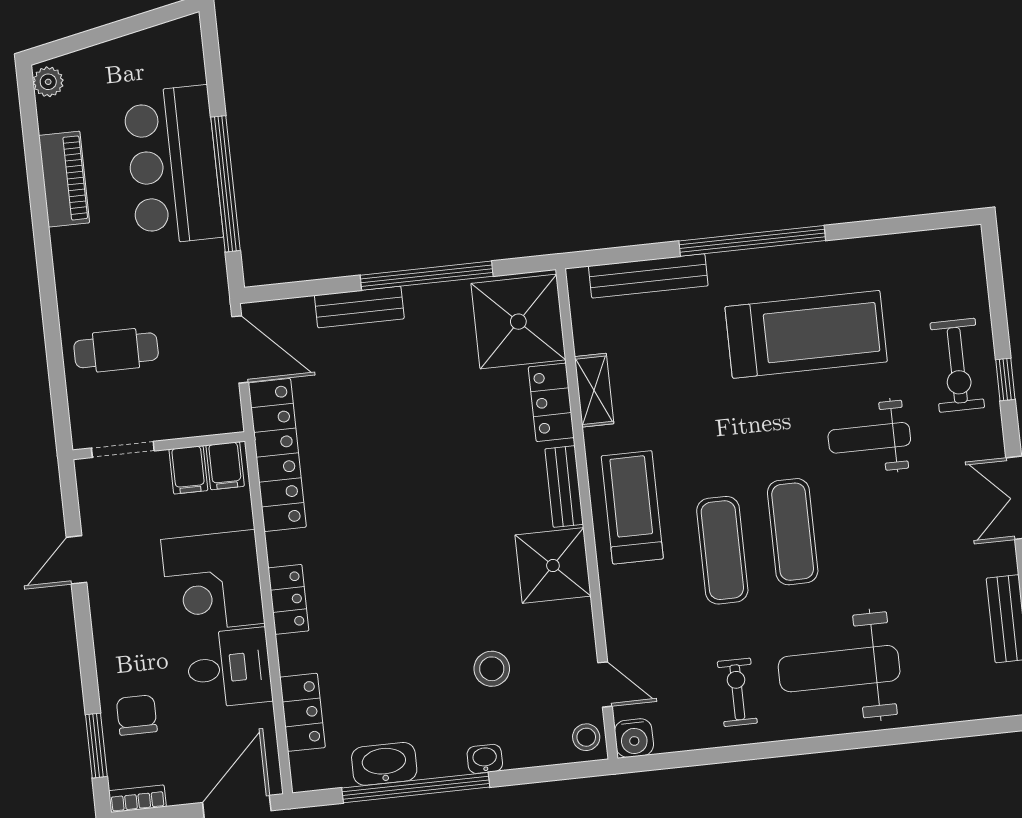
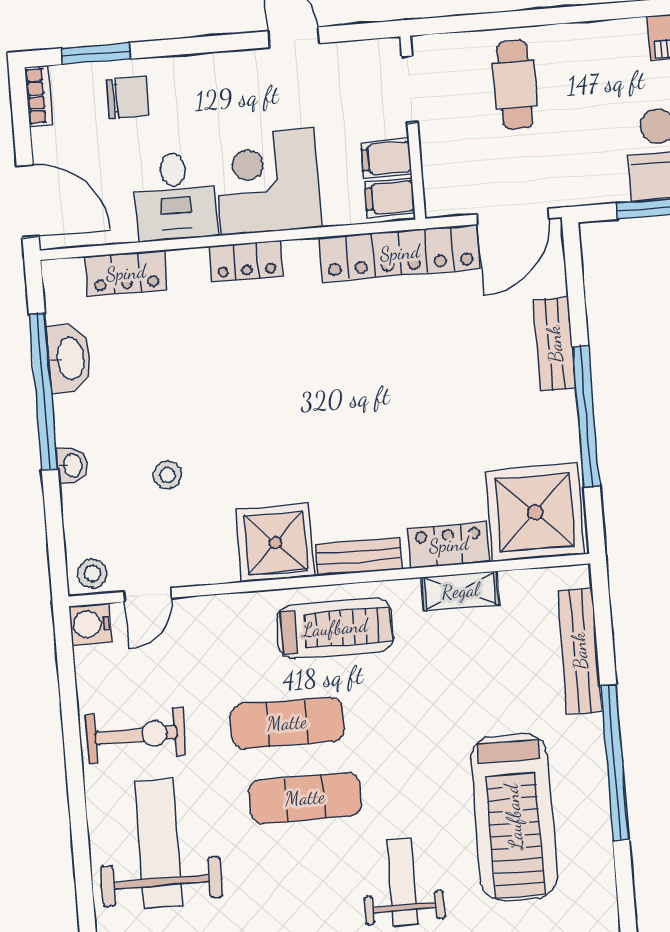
stool: (492, 669) -> (167, 475), width x0.73, depth x0.73
exercise bike: (737, 692) -> (136, 735), width x1.38, depth x1.39

